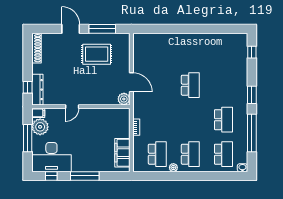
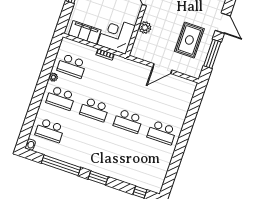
door: (71, 29) -> (223, 23), hinge flipped
school desk: (190, 51) -> (162, 133), added
door: (131, 82) -> (162, 69), moved
plant: (124, 99) -> (145, 28), moved
school desk: (223, 120) -> (94, 110), moved
corner desk: (115, 123) -> (116, 35), added

